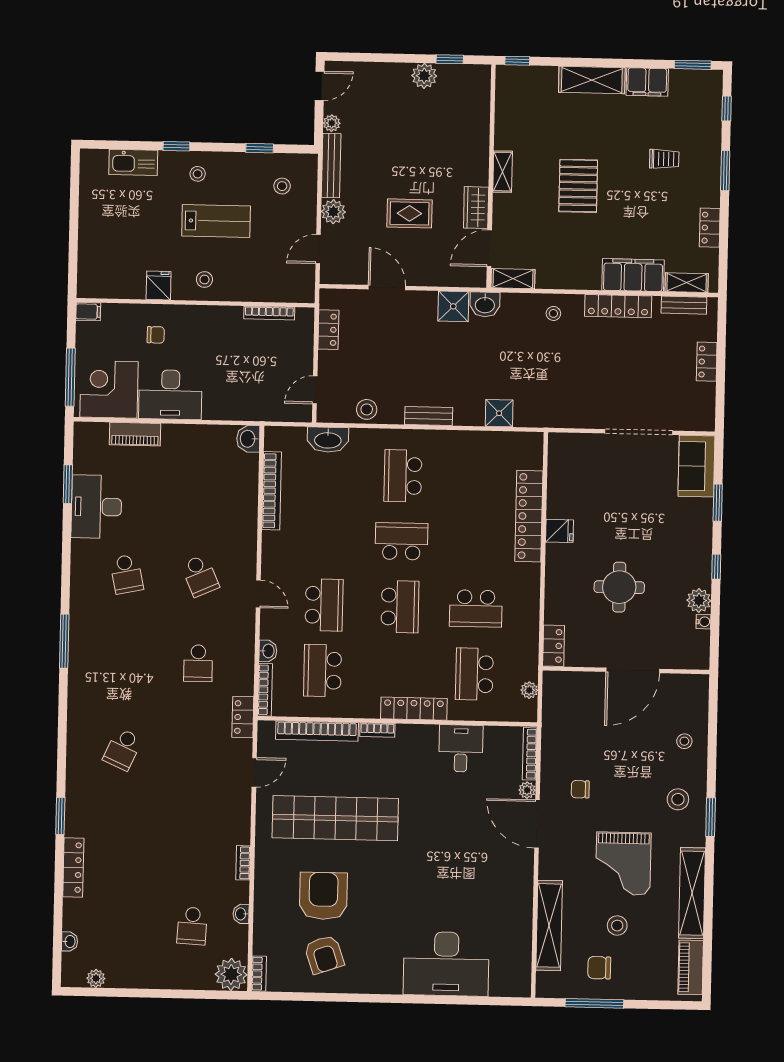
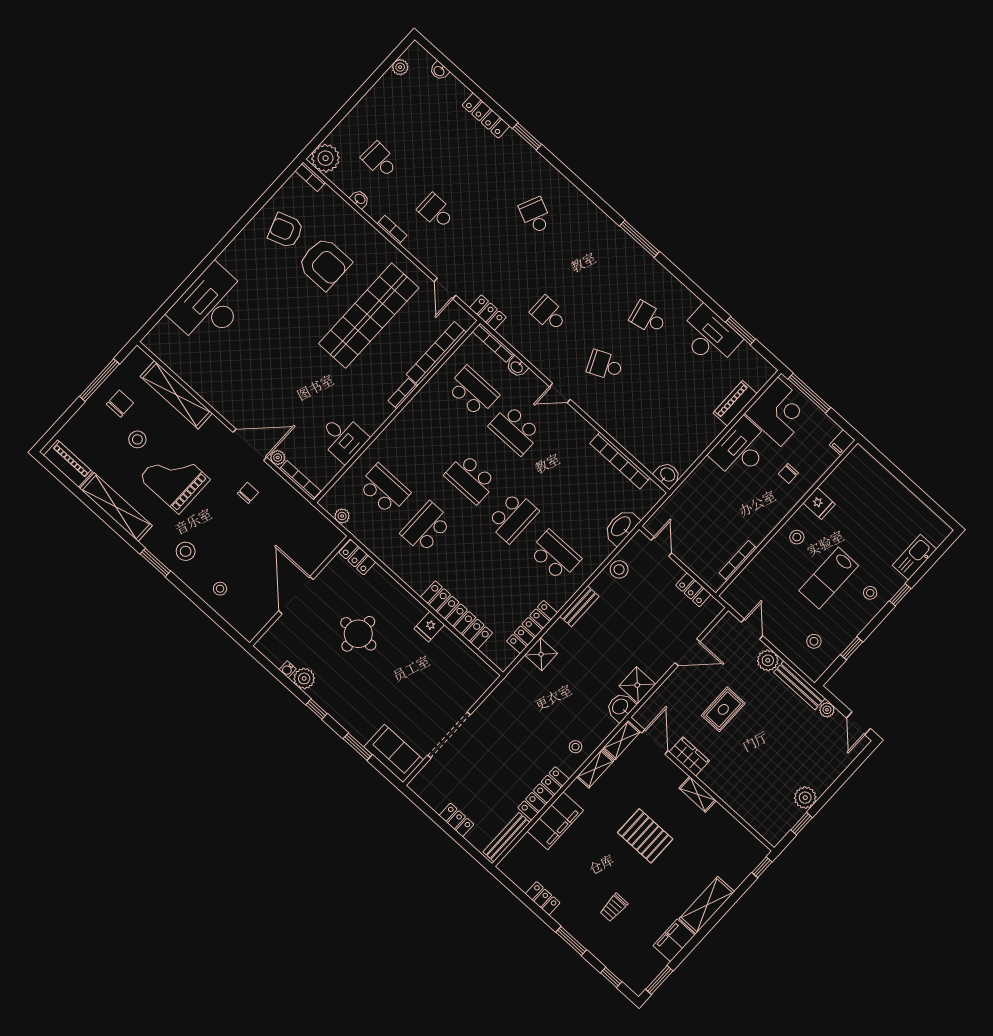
shelving: (687, 283) -> (595, 769), moved
bench: (684, 305) -> (507, 837), width x1.36
locker: (414, 709) -> (532, 627), moved, turned 180
school desk: (194, 838) -> (436, 211), added

